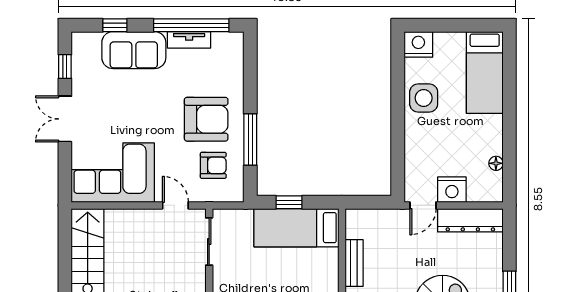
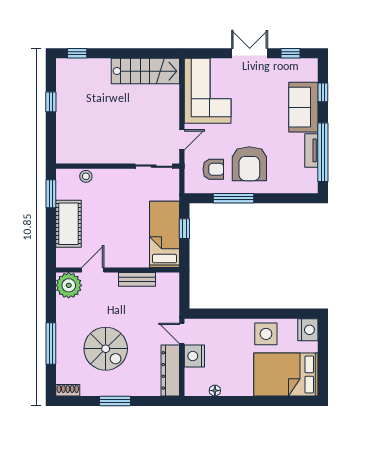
bed: (485, 72) -> (286, 374), width x1.50
armchair: (213, 165) -> (213, 169), turned -90

